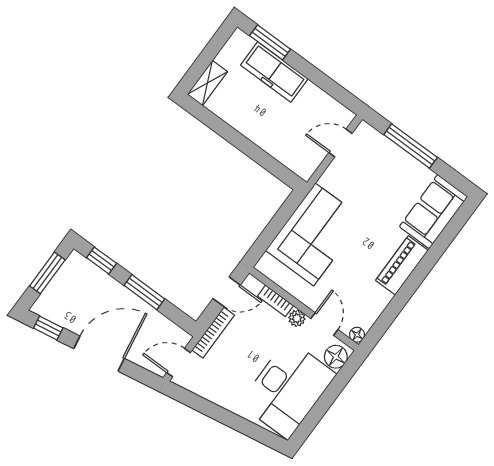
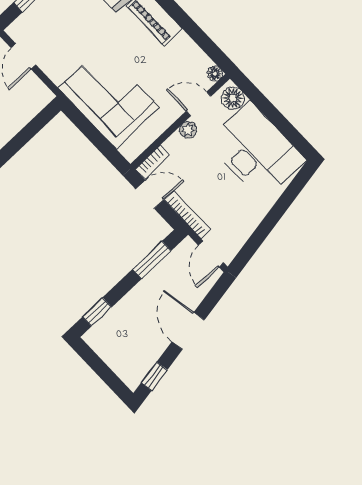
window: (47, 273) -> (100, 367), removed
window: (144, 292) -> (152, 260), moved
door: (227, 292) -> (150, 194), hinge flipped
bookcase: (276, 301) -> (152, 162), moved
door: (99, 354) -> (188, 331), width x0.73

